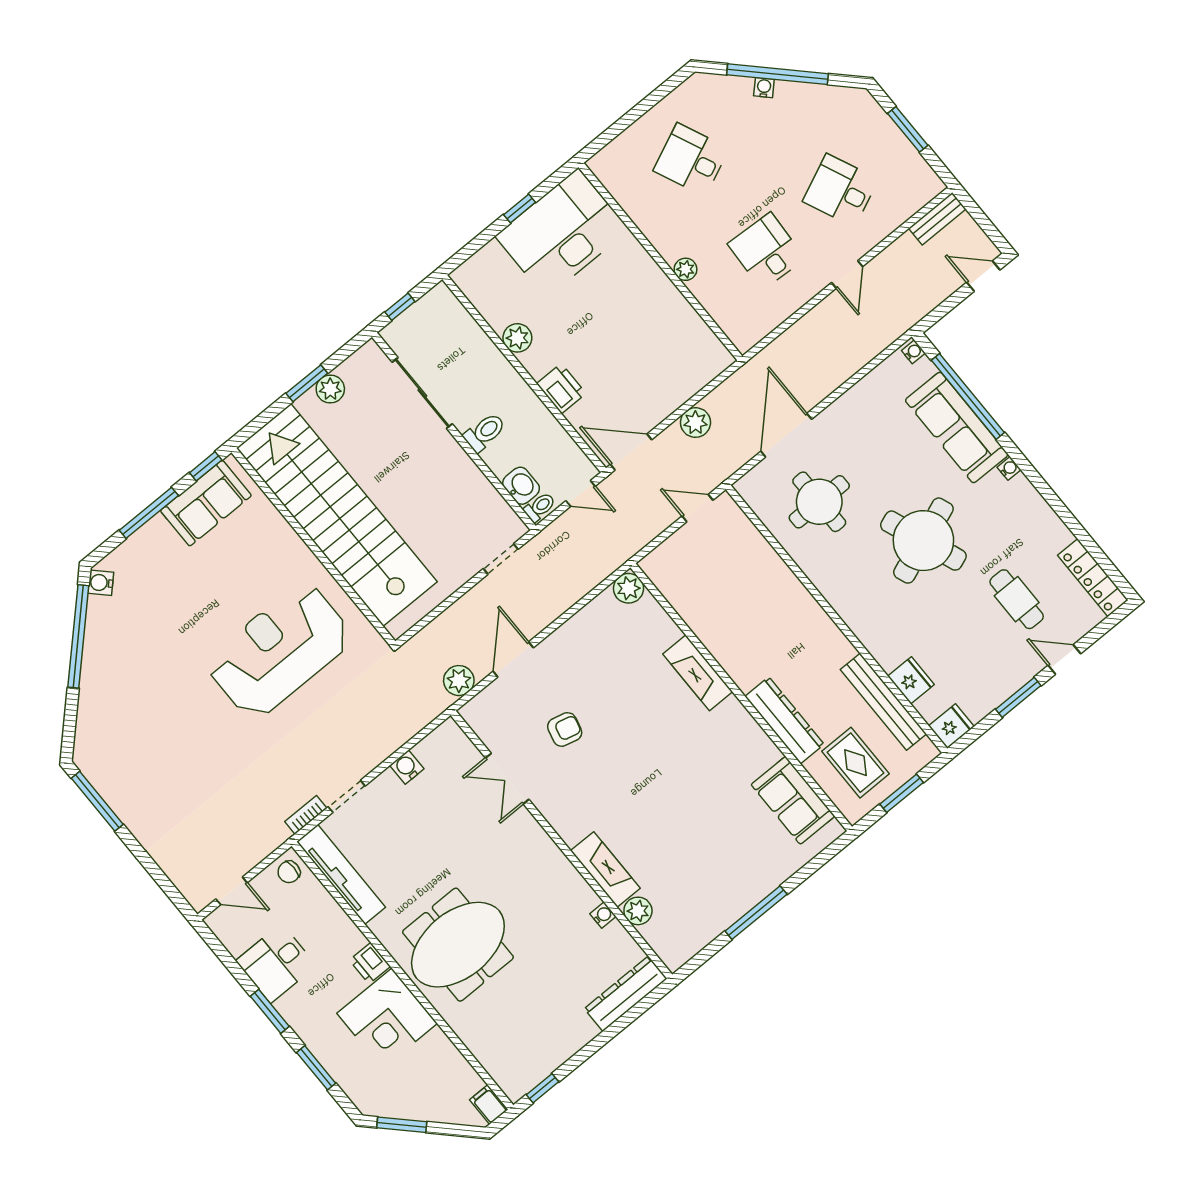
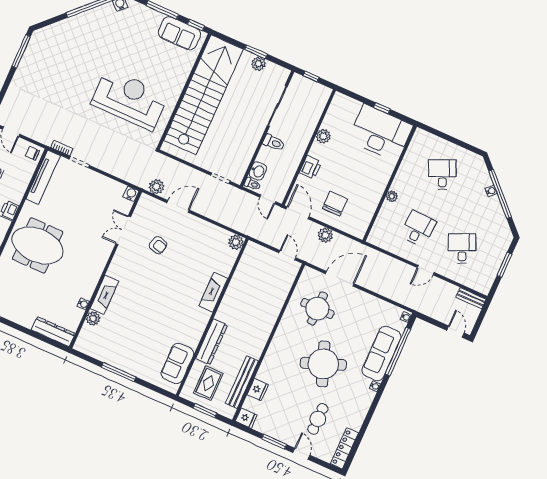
chair: (648, 377) -> (335, 204), added
water cooler: (407, 767) -> (131, 194), moved

